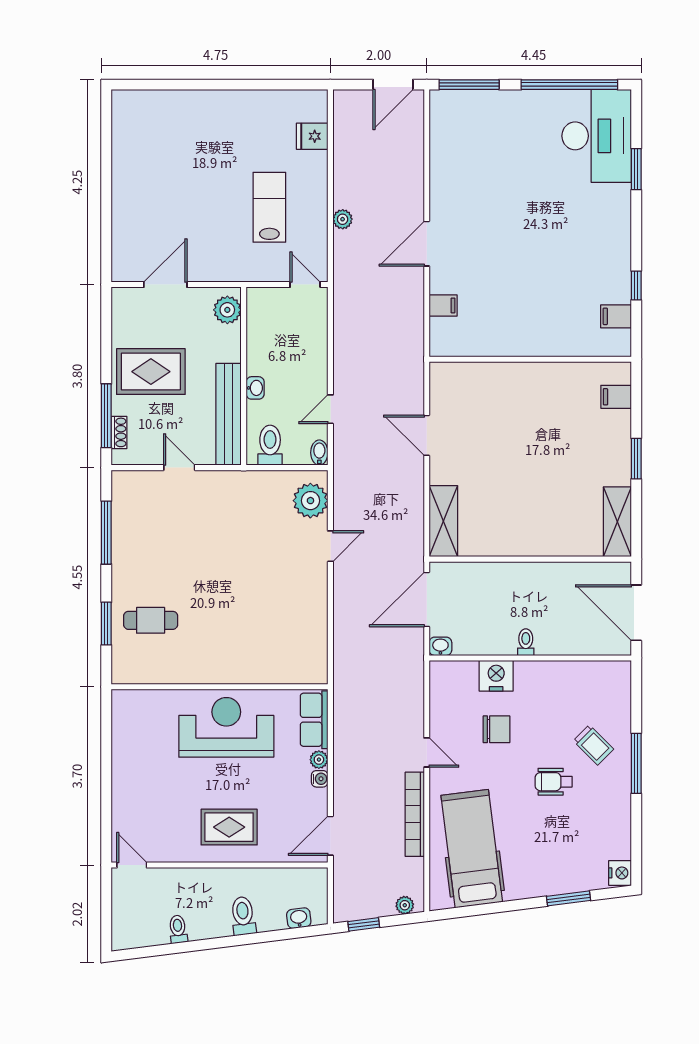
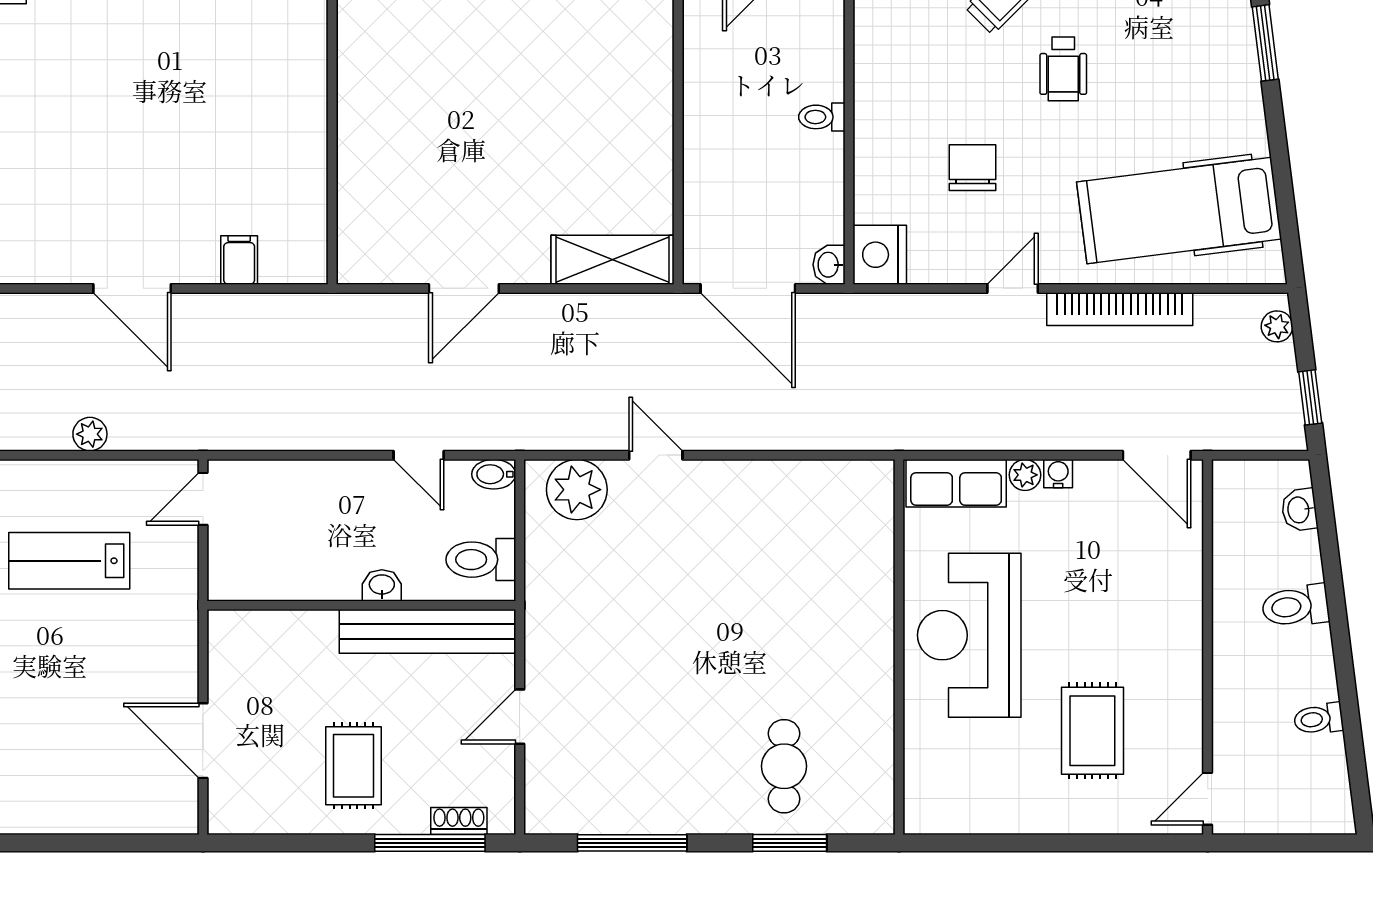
plant: (227, 310) -> (247, 633), removed
rug: (151, 372) -> (353, 766), width x0.73, depth x0.70
nightstand: (496, 676) -> (880, 255), moved
rug: (229, 827) -> (1092, 731), moved

